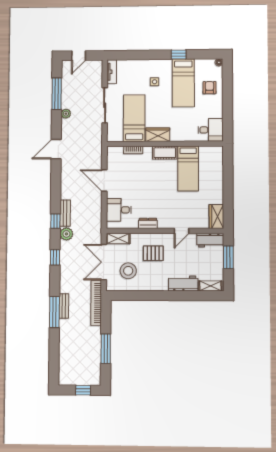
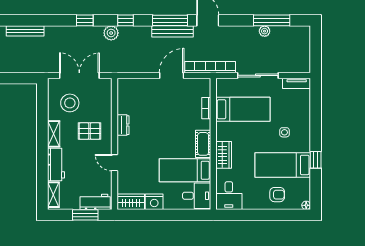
door: (79, 56) -> (316, 45), removed
plant: (66, 114) -> (265, 31), moved
wardrobe: (158, 135) -> (224, 155), moved
nightstand: (216, 196) -> (154, 202), added
desk: (119, 210) -> (197, 196), moved, turned 90
bench: (65, 213) -> (173, 31), moved, width x1.36
shelving: (118, 239) -> (54, 134), moved
workbench: (210, 240) -> (95, 202), moved, turned 90
pallet: (153, 253) -> (89, 131), turned 90
bookcase: (96, 303) -> (210, 67), moved
bench: (64, 306) -> (25, 31), width x1.36
window: (54, 312) -> (170, 20), moved

